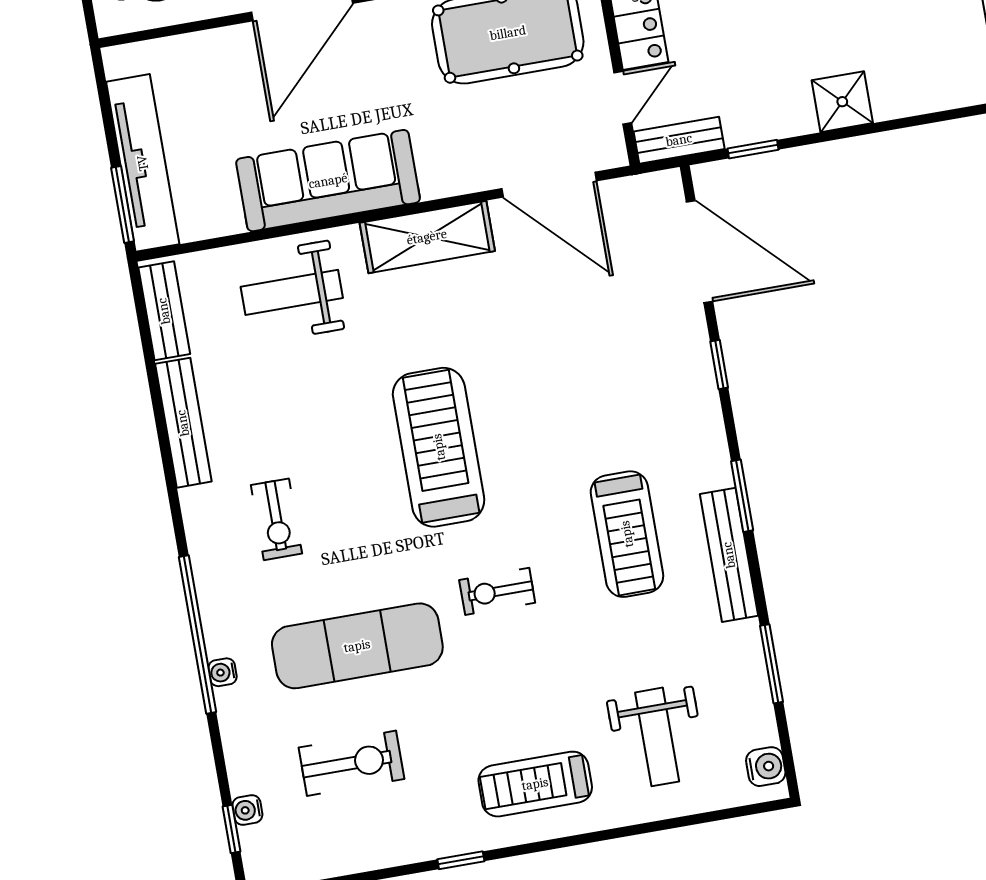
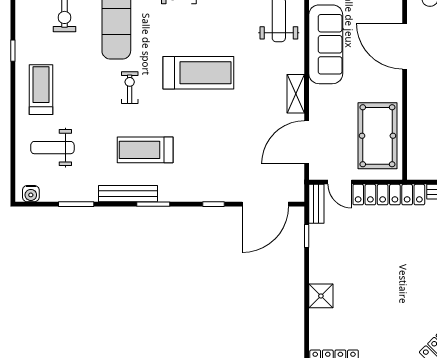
shower: (842, 102) -> (321, 296), moved
shelving: (427, 237) -> (296, 94), width x0.67, depth x0.75

